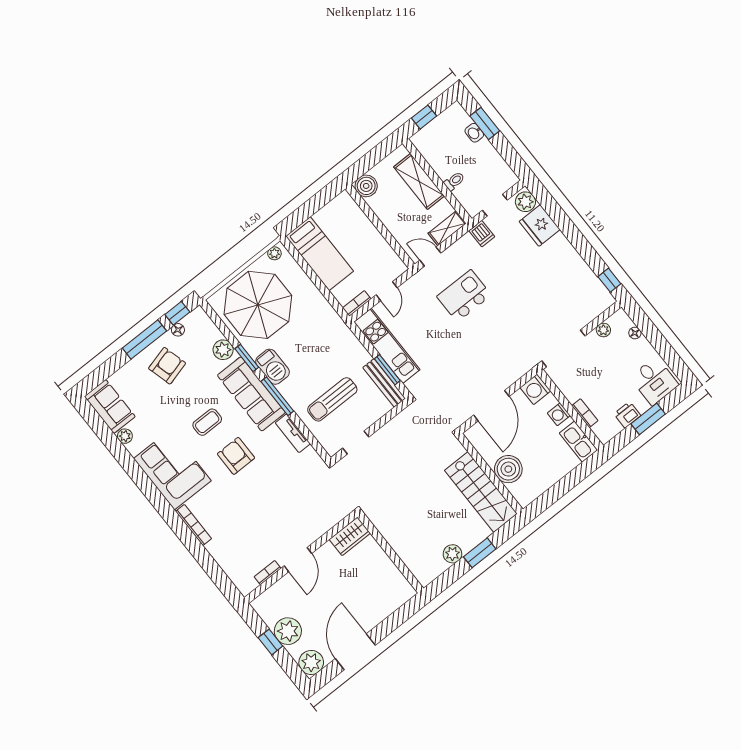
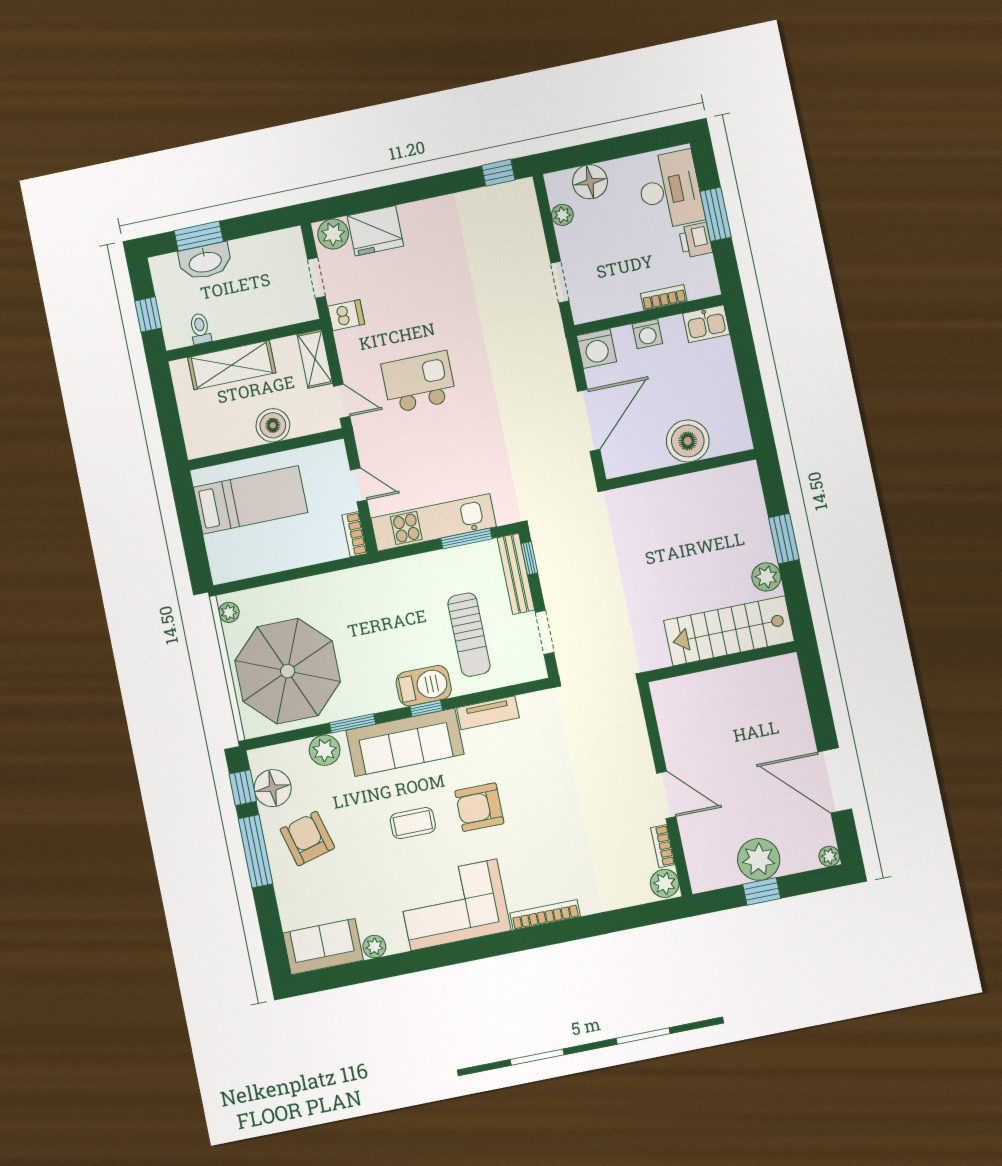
washbasin: (474, 133) -> (205, 261), width x1.91, depth x1.45
toilet: (454, 181) -> (200, 329), moved
boiler: (366, 186) -> (273, 425), moved
bed: (320, 254) -> (251, 500), moved
door: (430, 257) -> (342, 401), swing flipped
kitchen island: (464, 296) -> (419, 382), turned 90
floor lamp: (178, 330) -> (273, 788), width x1.89, depth x1.89
floor lamp: (635, 333) -> (590, 182), width x1.89, depth x1.89
doorway: (563, 348) -> (560, 282), width x0.53
barbecue: (272, 367) -> (424, 686), moved
desk: (654, 381) -> (670, 190), width x1.37
bench: (384, 383) -> (516, 574), moved, turned 90
window: (277, 396) -> (426, 708), width x0.46
door: (491, 406) -> (589, 420), hinge flipped
window: (394, 412) -> (529, 558), added
coffee table: (207, 422) -> (413, 823), turned 90
kitchen sink: (578, 442) -> (706, 324), width x0.73
stairs: (481, 492) -> (729, 631), moved, turned 180
wardrobe: (350, 536) -> (670, 706), removed
plant: (247, 584) -> (665, 883), added
plant: (311, 662) -> (829, 856), width x0.53, depth x0.53

